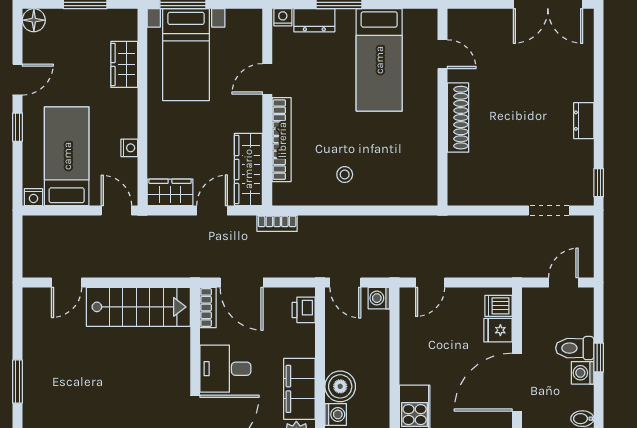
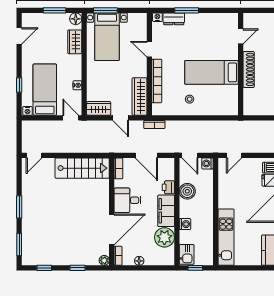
floor lamp: (34, 20) -> (76, 19), moved
door: (443, 54) -> (241, 36), hinge flipped
bed: (379, 60) -> (211, 72), moved, turned 90
door: (267, 79) -> (149, 49), hinge flipped
door: (17, 80) -> (19, 36), moved
window: (17, 127) -> (19, 85), moved
door: (212, 210) -> (121, 118), swing flipped
door: (67, 282) -> (34, 155), moved
door: (242, 282) -> (146, 155), moved
printer: (304, 310) -> (168, 187), moved
boiler: (340, 386) -> (187, 191), moved

